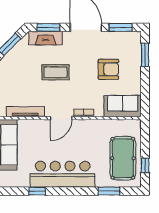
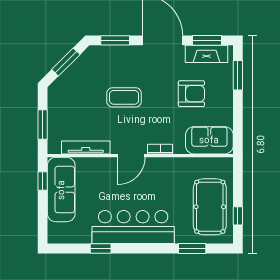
fireplace: (46, 38) -> (207, 54), moved

